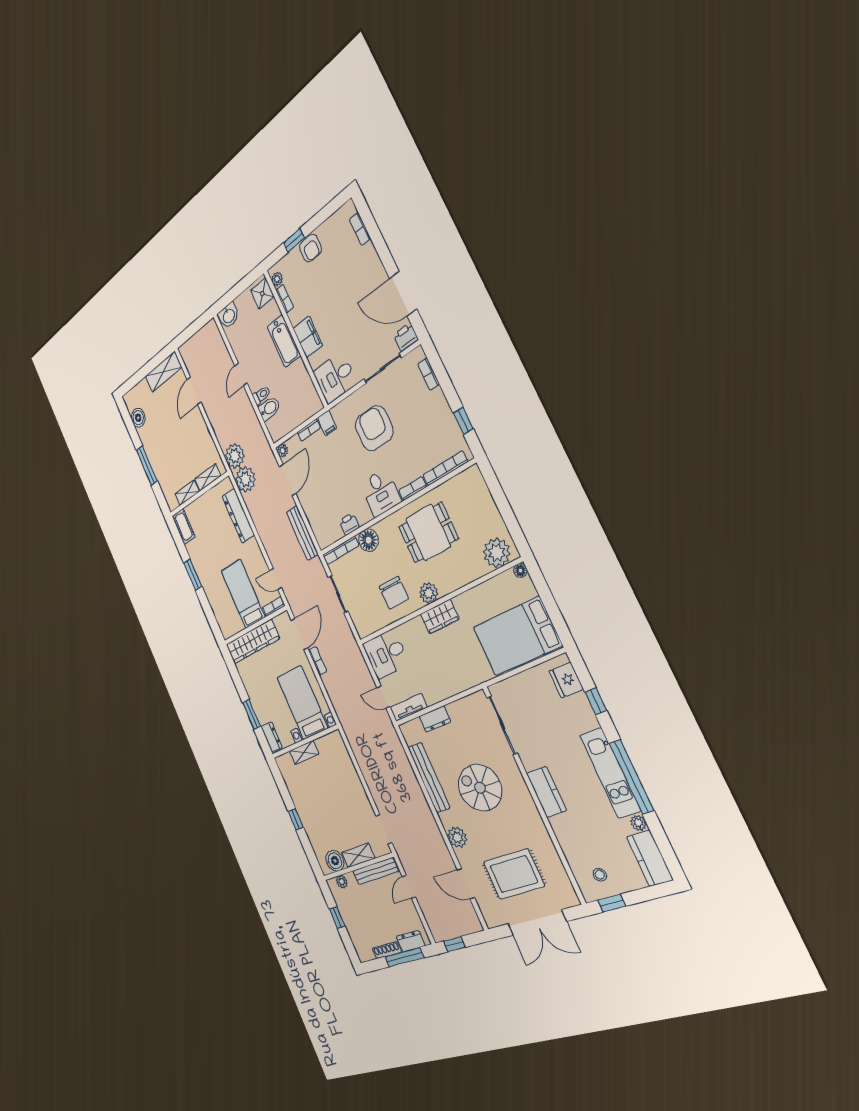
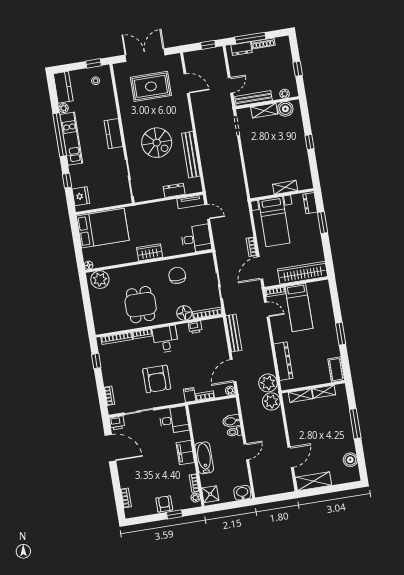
dining table: (428, 533) -> (141, 305), turned 90
plant: (429, 593) -> (152, 269), removed
plant: (457, 837) -> (183, 114), removed

